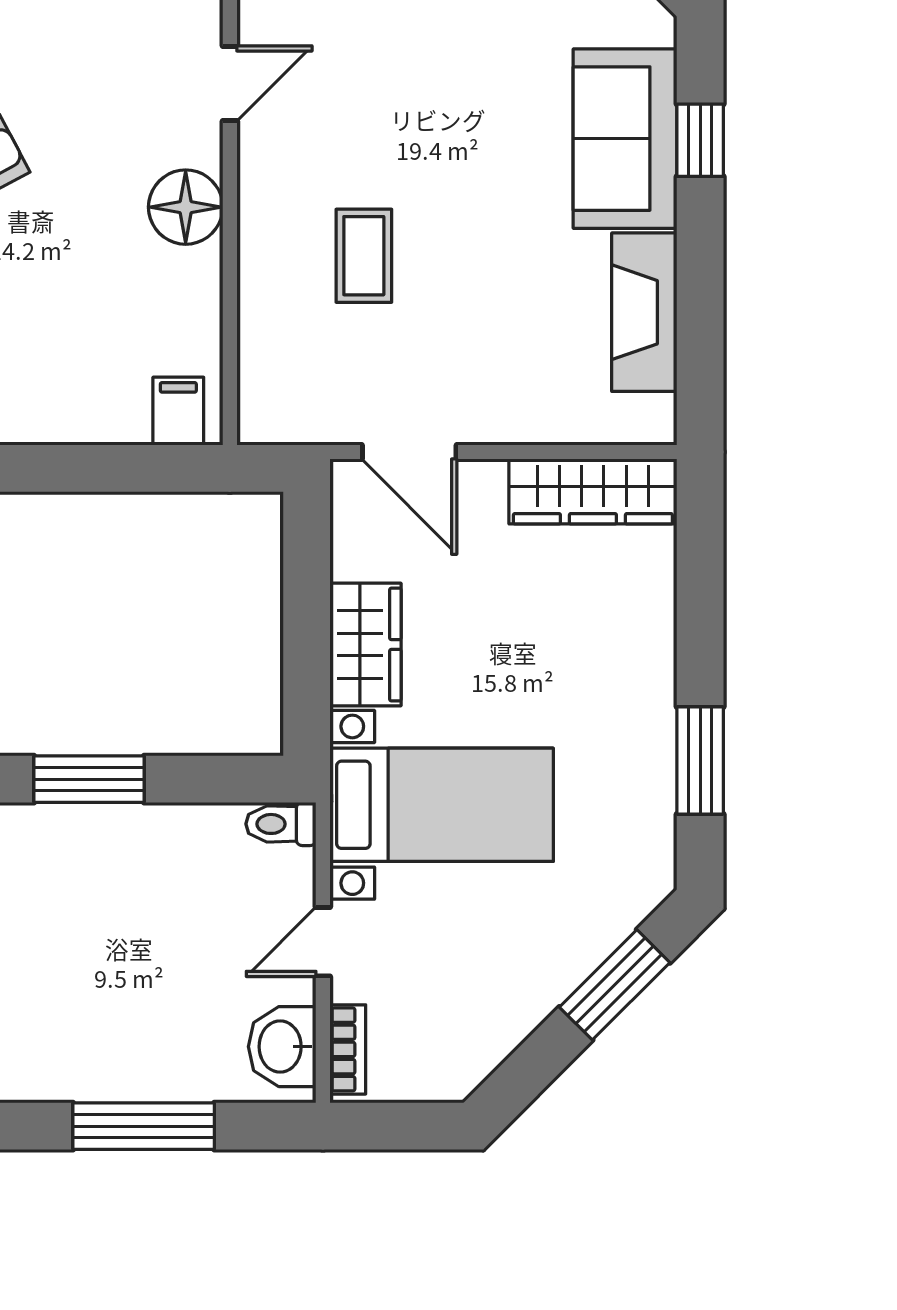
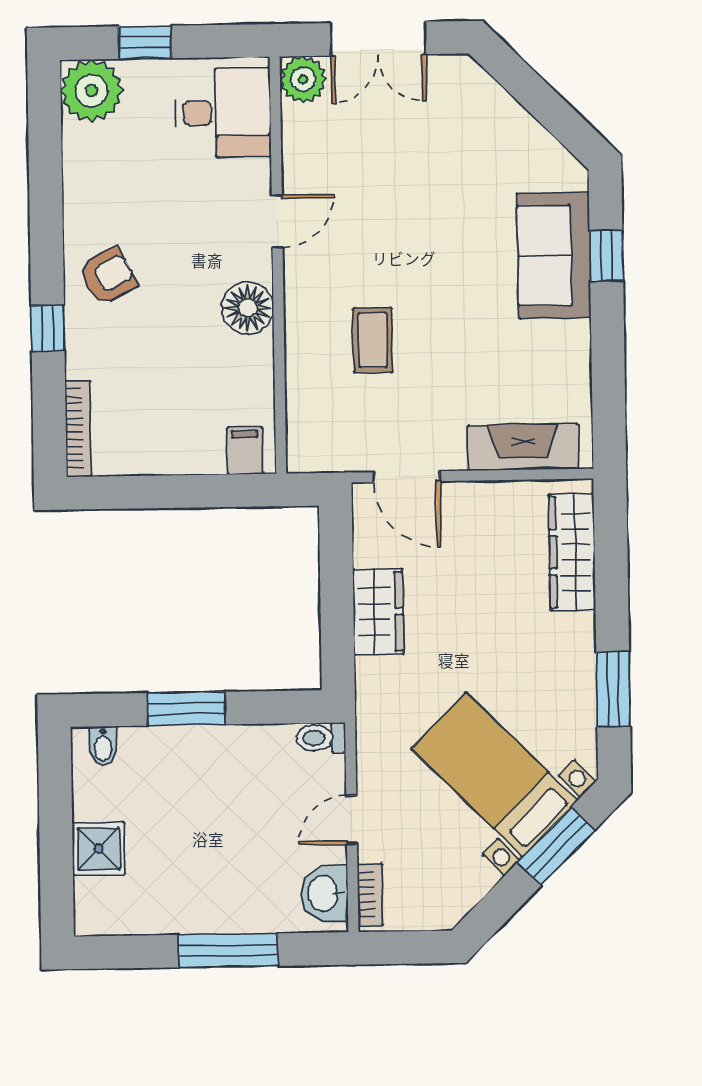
fireplace: (644, 312) -> (523, 447), moved, turned 90
wardrobe: (593, 491) -> (572, 552), moved, turned 90
bed with nightstands: (442, 805) -> (494, 775), moved, turned -135

